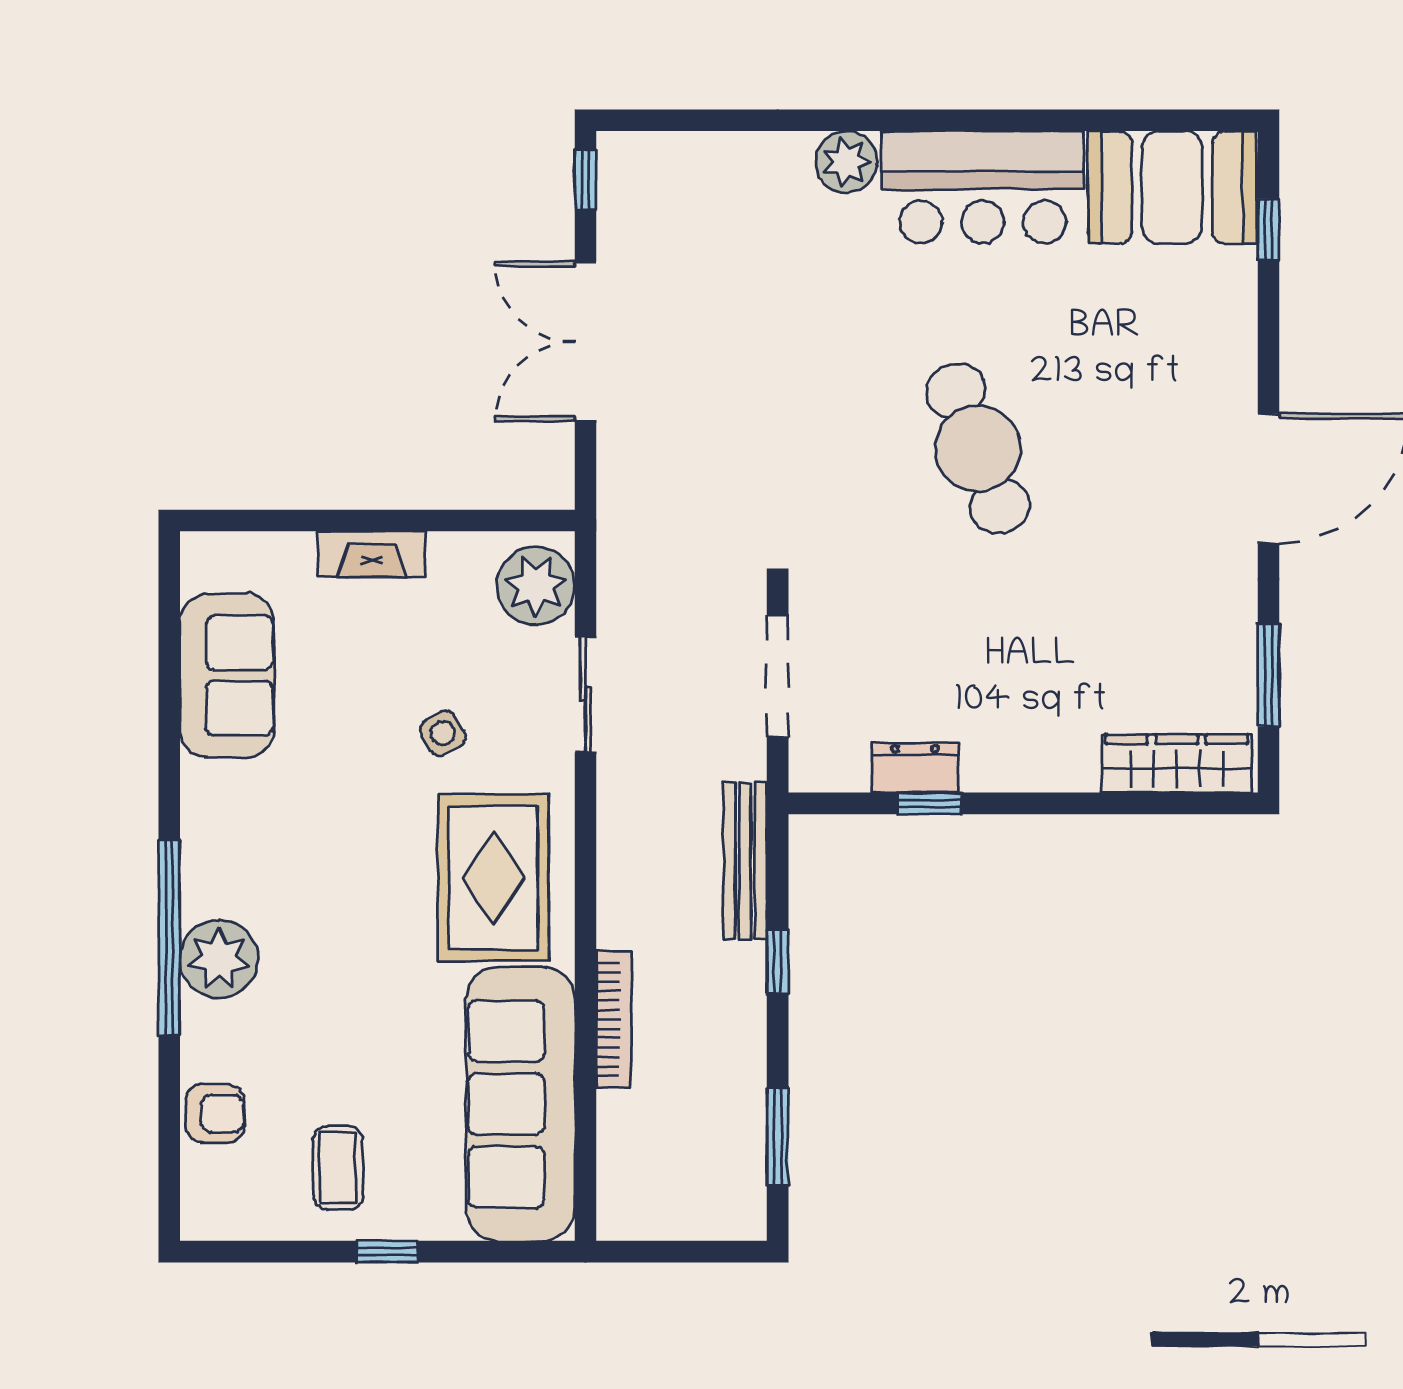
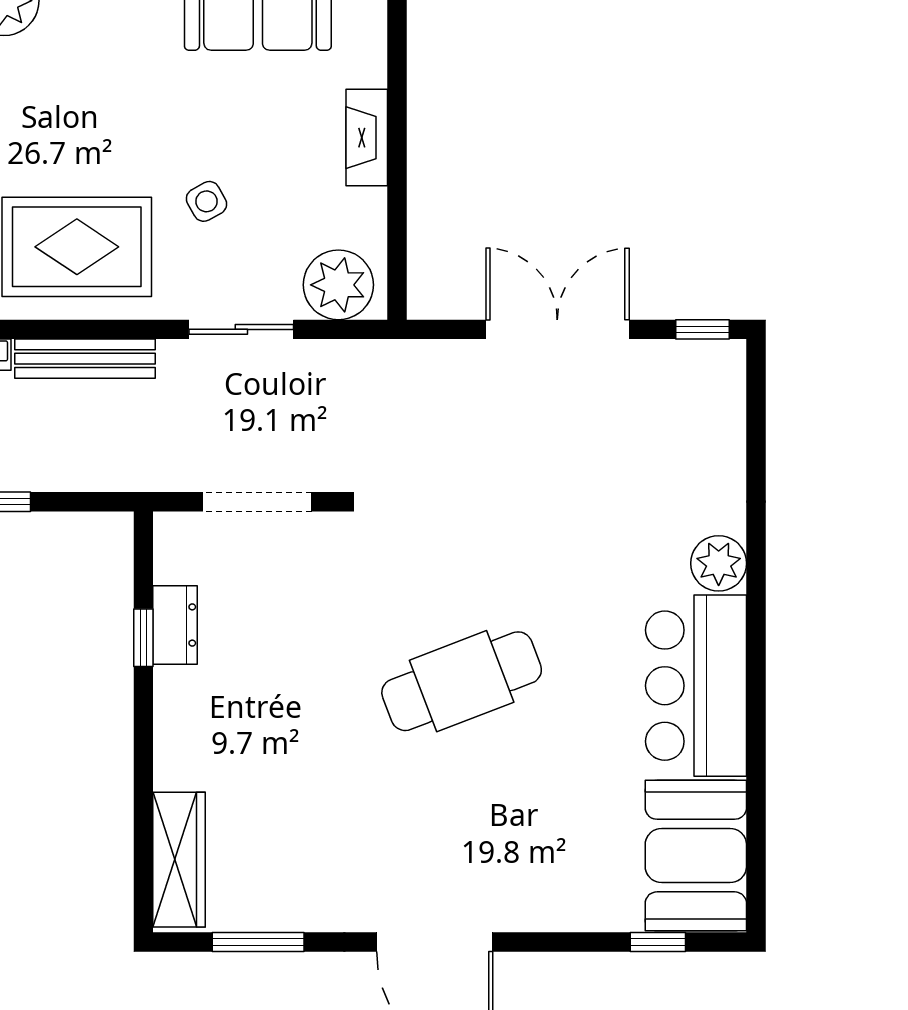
bench: (745, 861) -> (85, 359), moved

